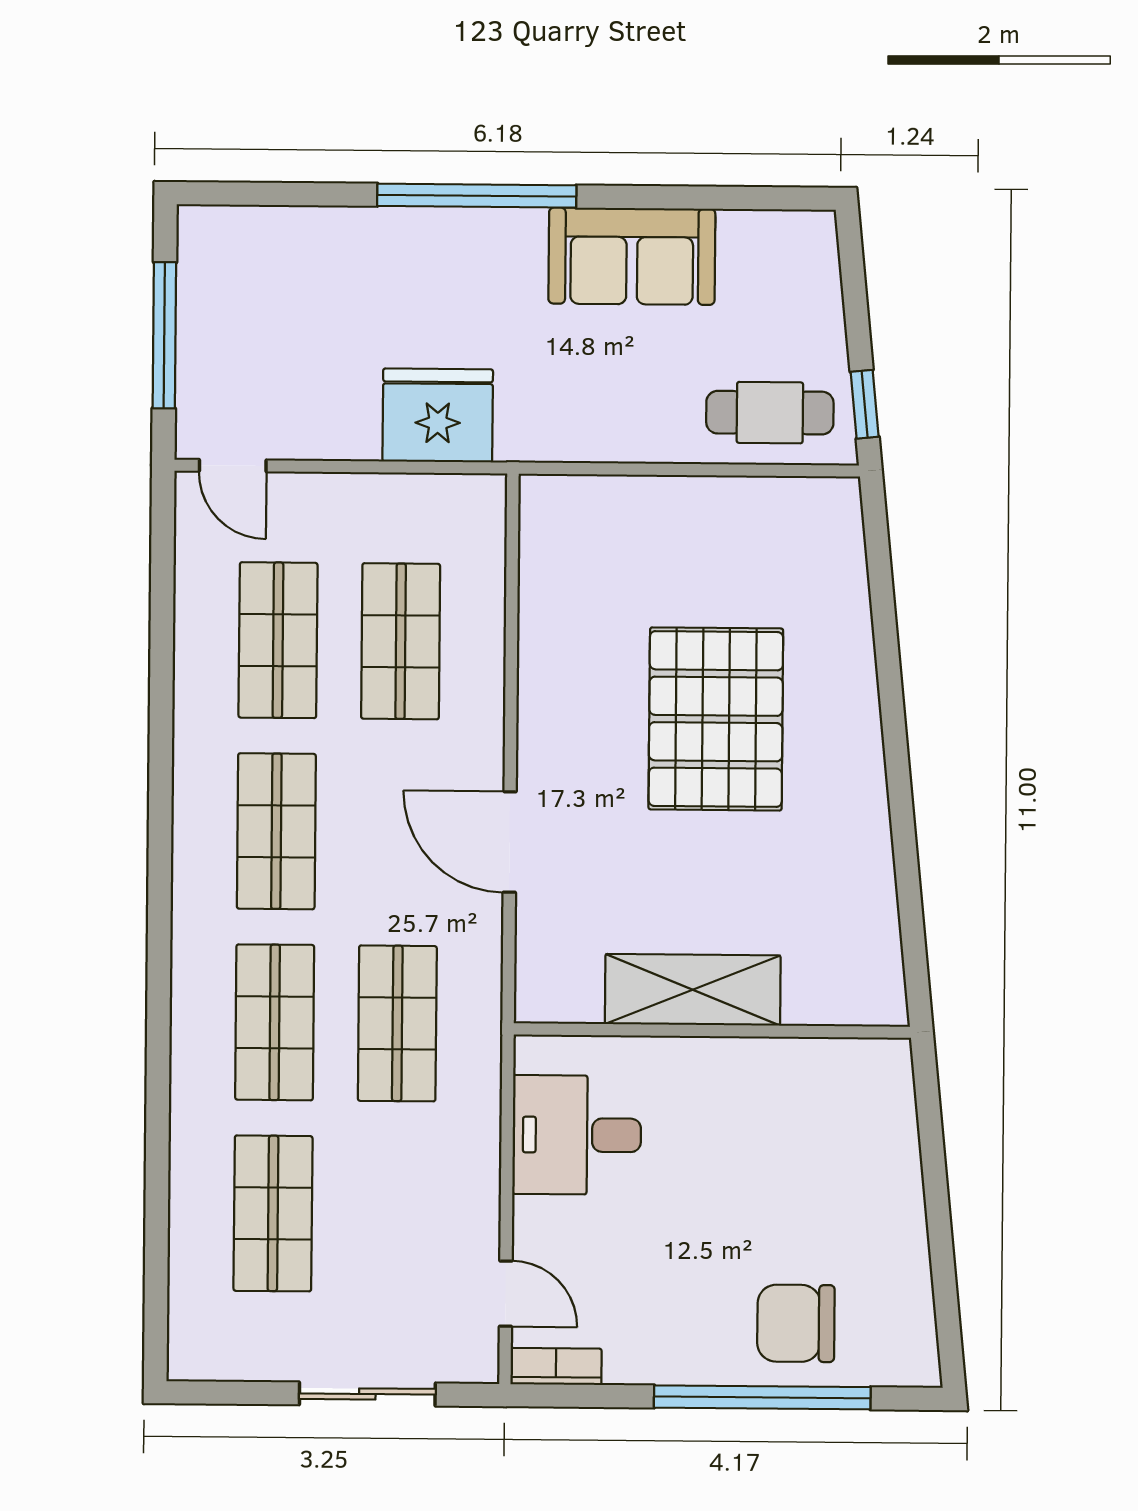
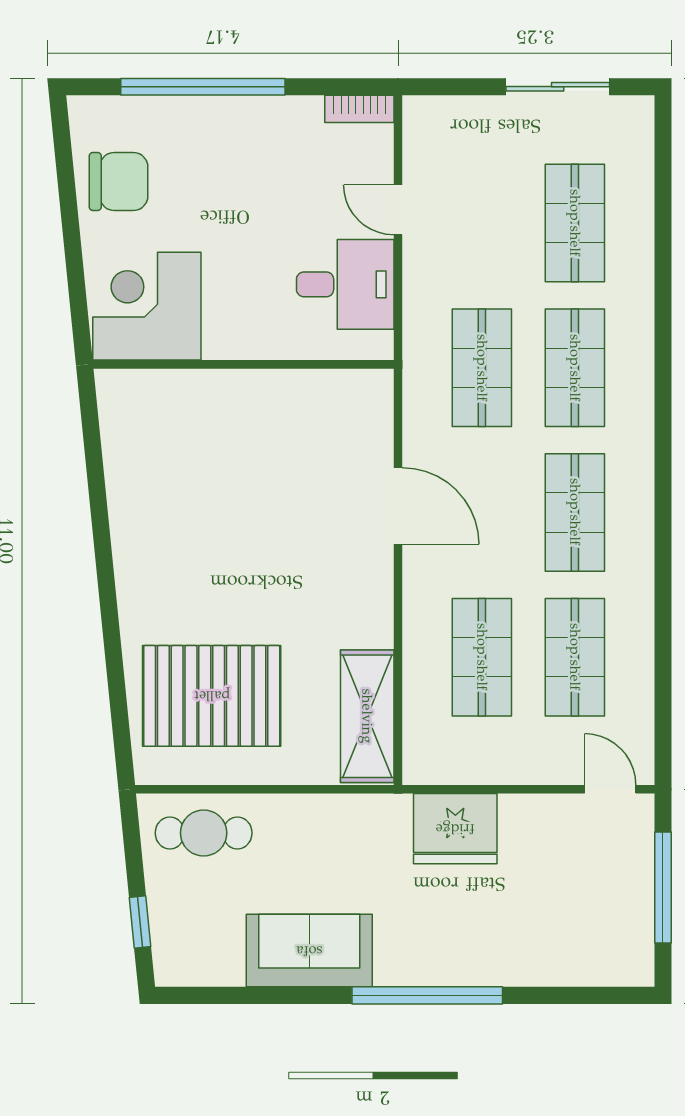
window: (865, 404) -> (140, 922), moved
pallet: (716, 719) -> (212, 696), moved, turned 90
shelving: (693, 990) -> (367, 716), moved, turned 90
corner desk: (839, 1108) -> (147, 306), added
door: (506, 1294) -> (398, 210), moved
chair: (796, 1323) -> (119, 181), moved
sliding door: (367, 1394) -> (558, 87), moved

